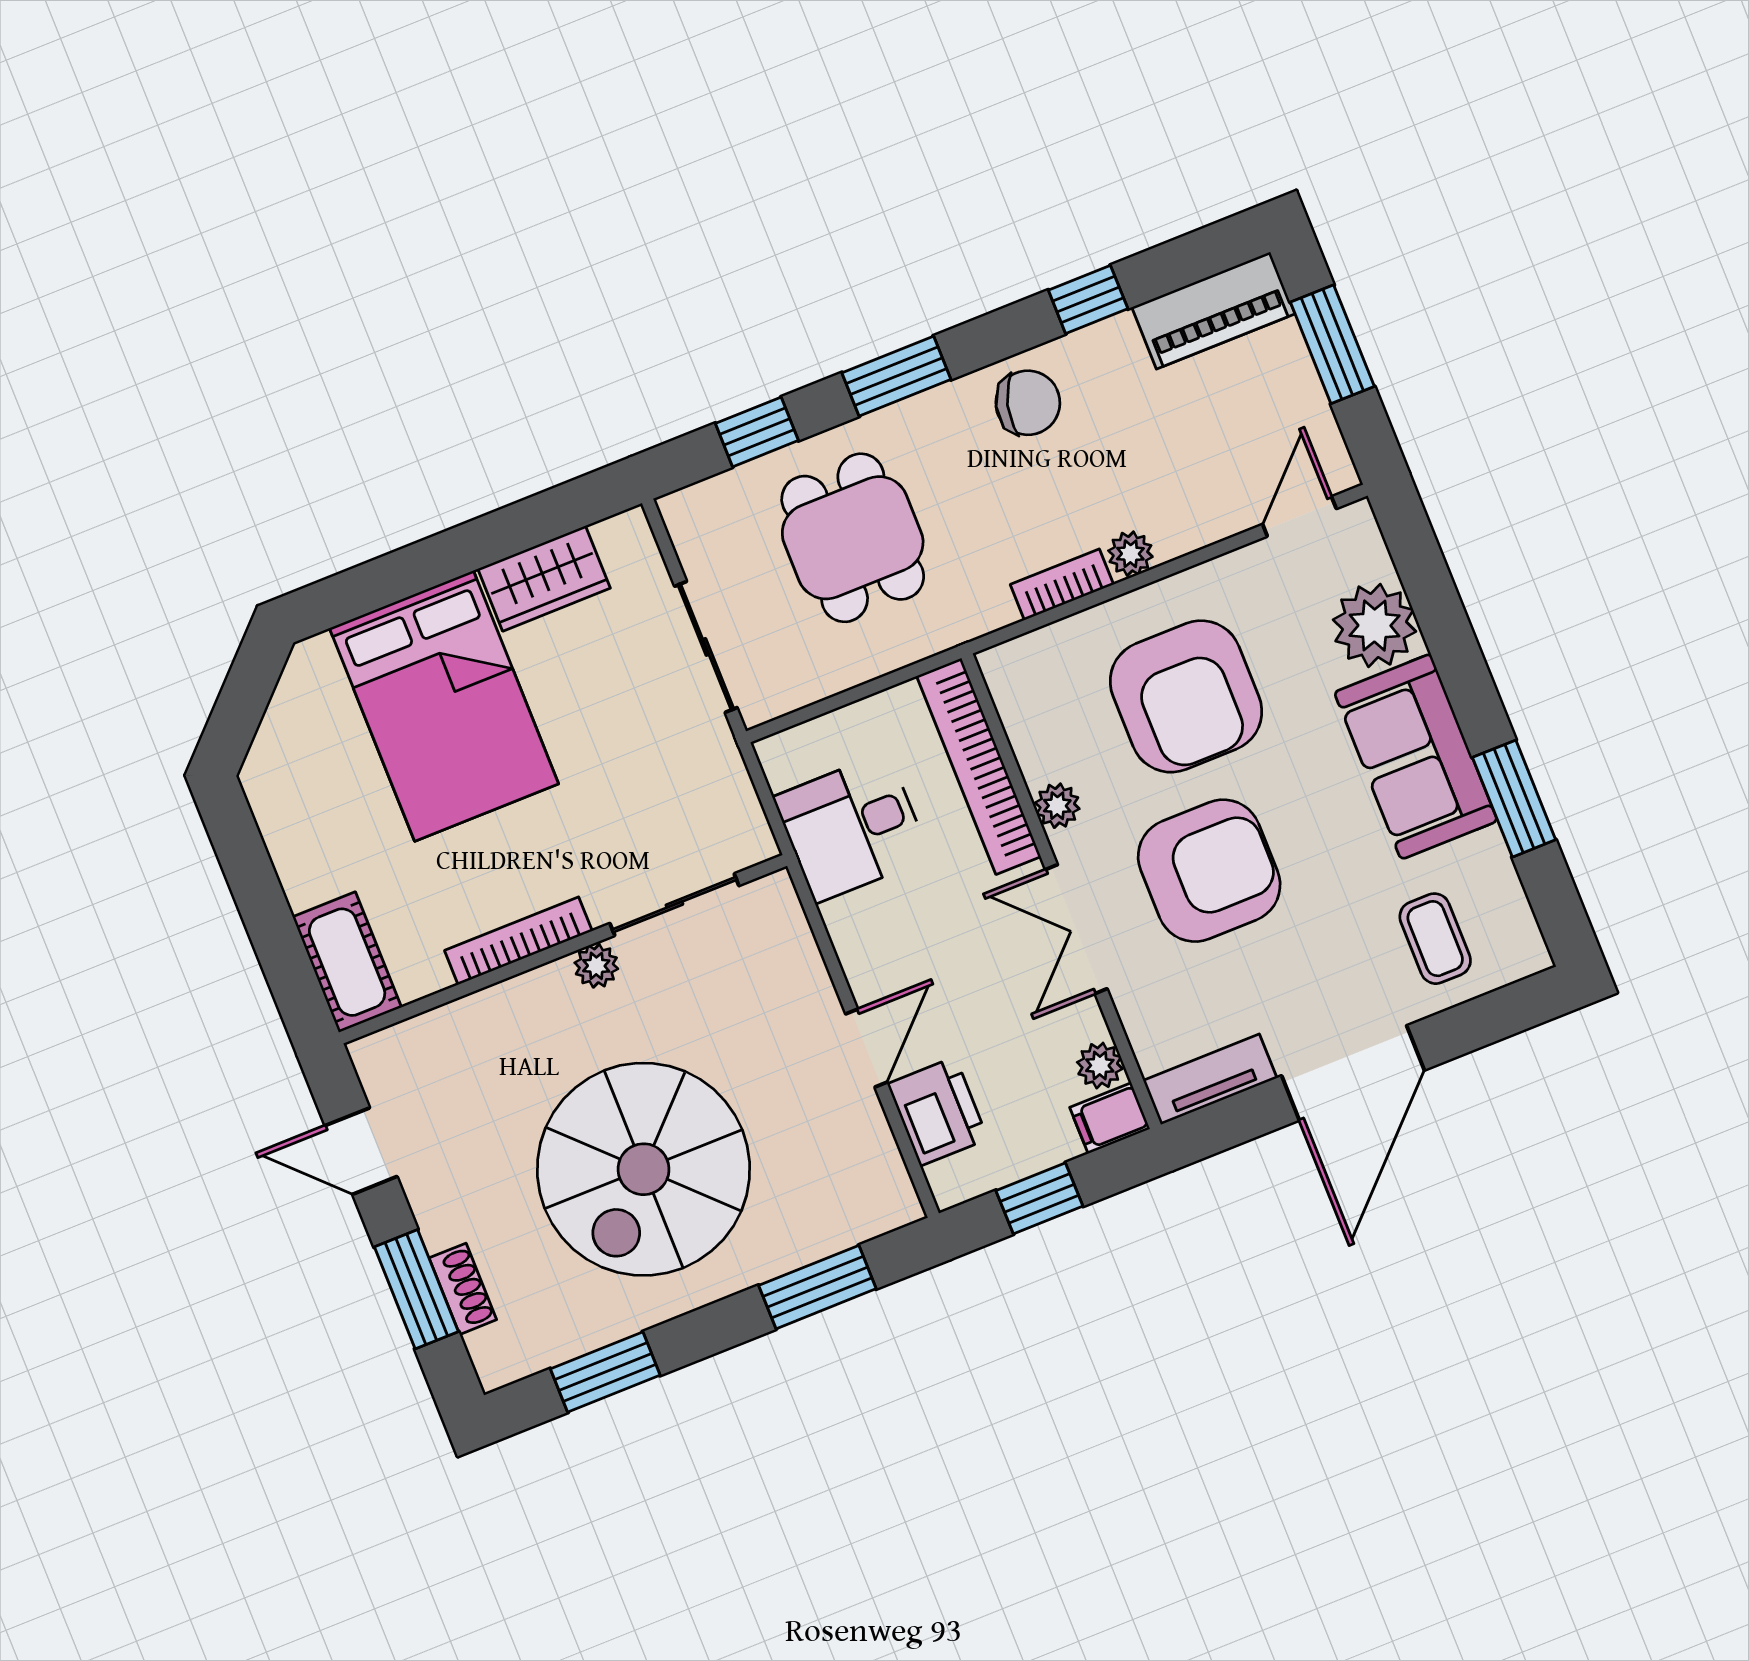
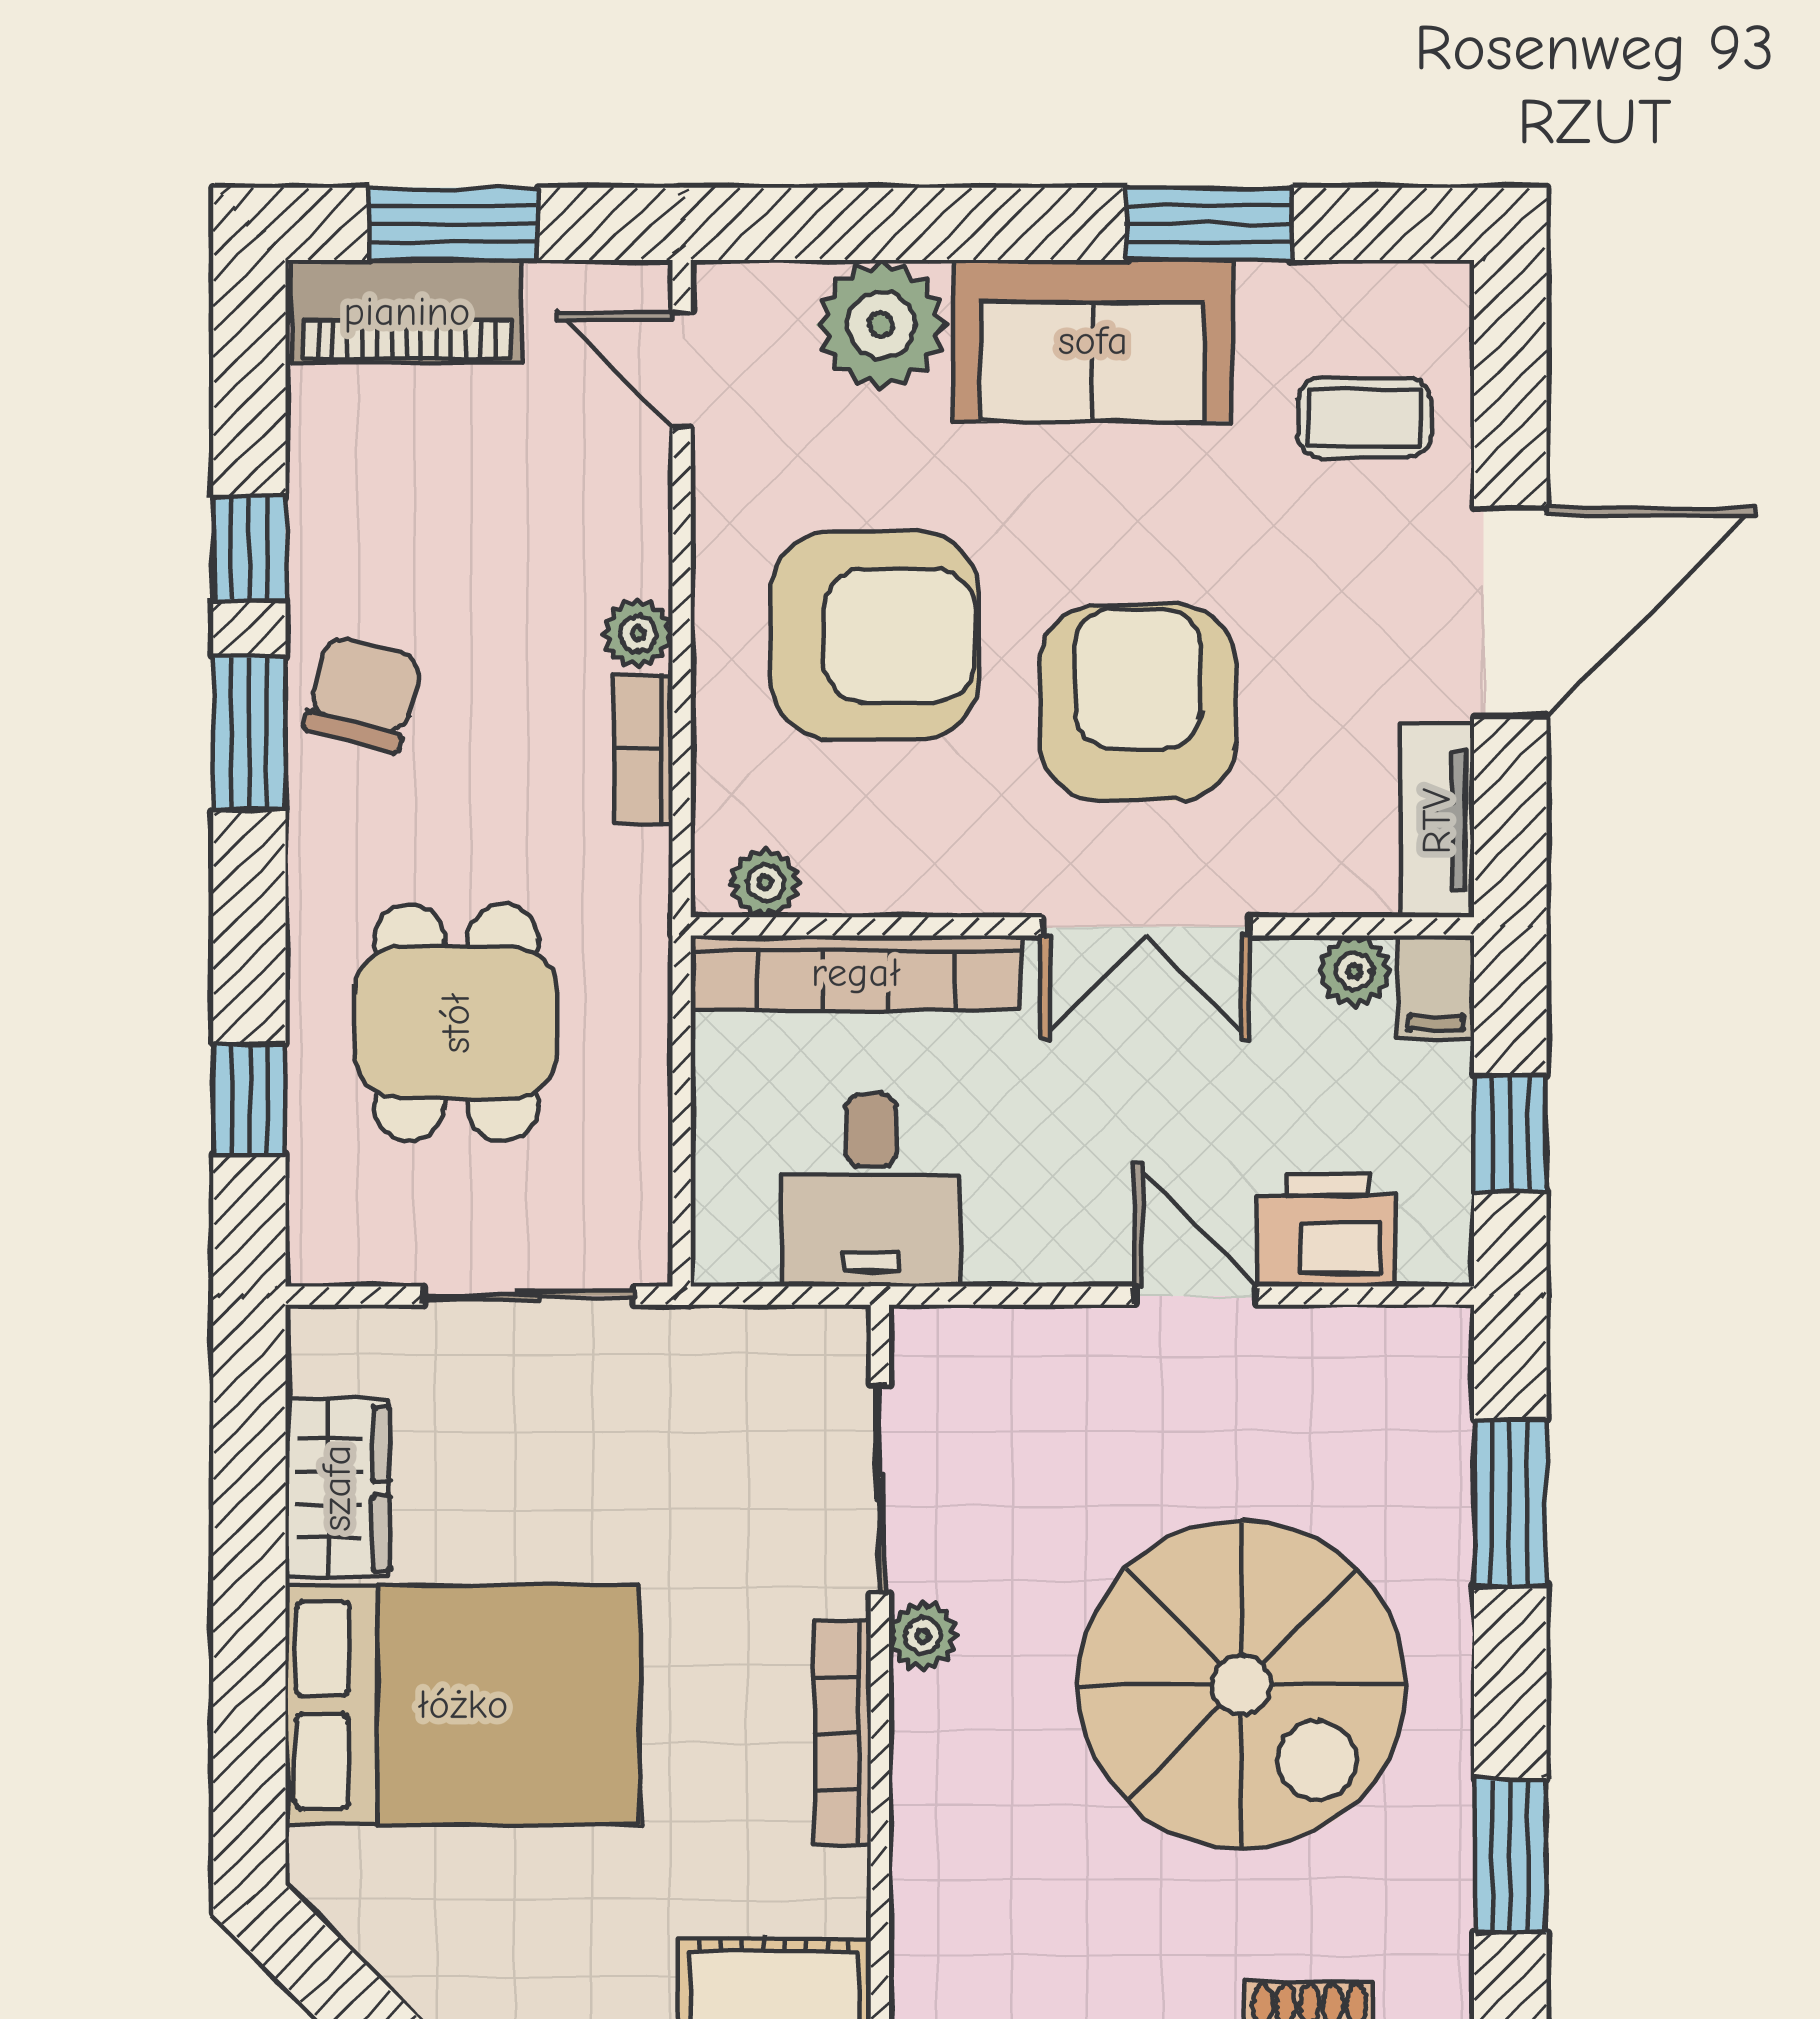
piano: (1213, 310) -> (407, 312), moved, turned 90
window: (896, 376) -> (249, 733), moved
dining table: (853, 538) -> (456, 1023), turned 90
plant: (1057, 806) -> (765, 883), moved
door: (1353, 1073) -> (1510, 612), hinge flipped

